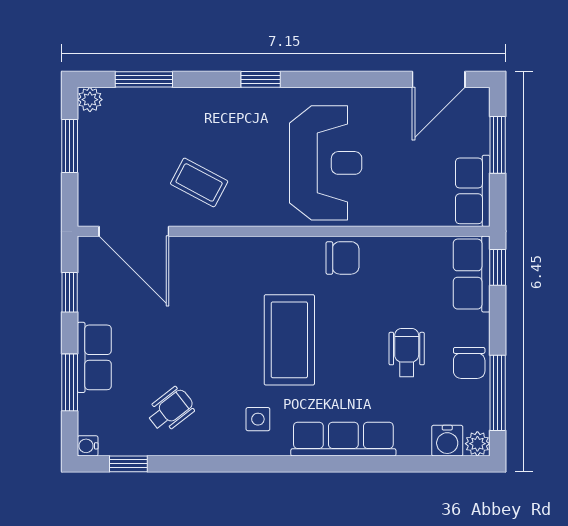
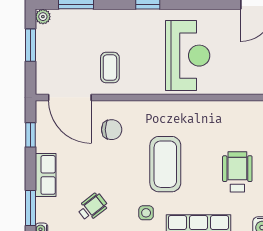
coffee table: (199, 182) -> (110, 68), turned 62
chair: (343, 258) -> (112, 130), moved
wheelchair: (407, 352) -> (237, 172), width x1.36, depth x1.37
window: (70, 382) -> (31, 208), moved

